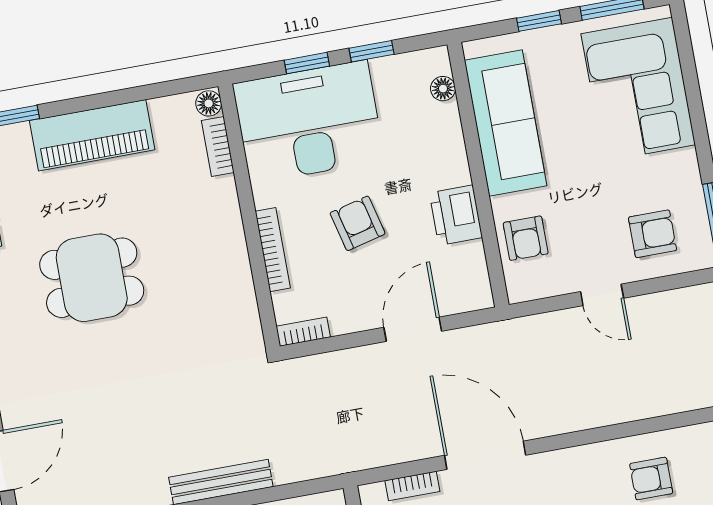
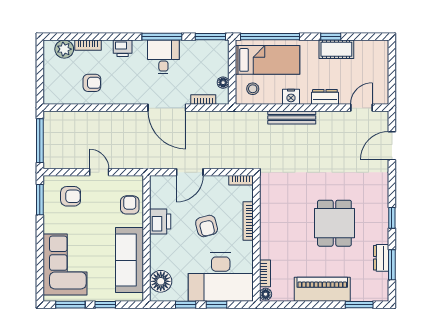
floor lamp: (443, 89) -> (161, 281), width x1.89, depth x1.89
armchair: (653, 234) -> (71, 196), turned 180
dining table: (92, 278) -> (334, 223), turned 90

